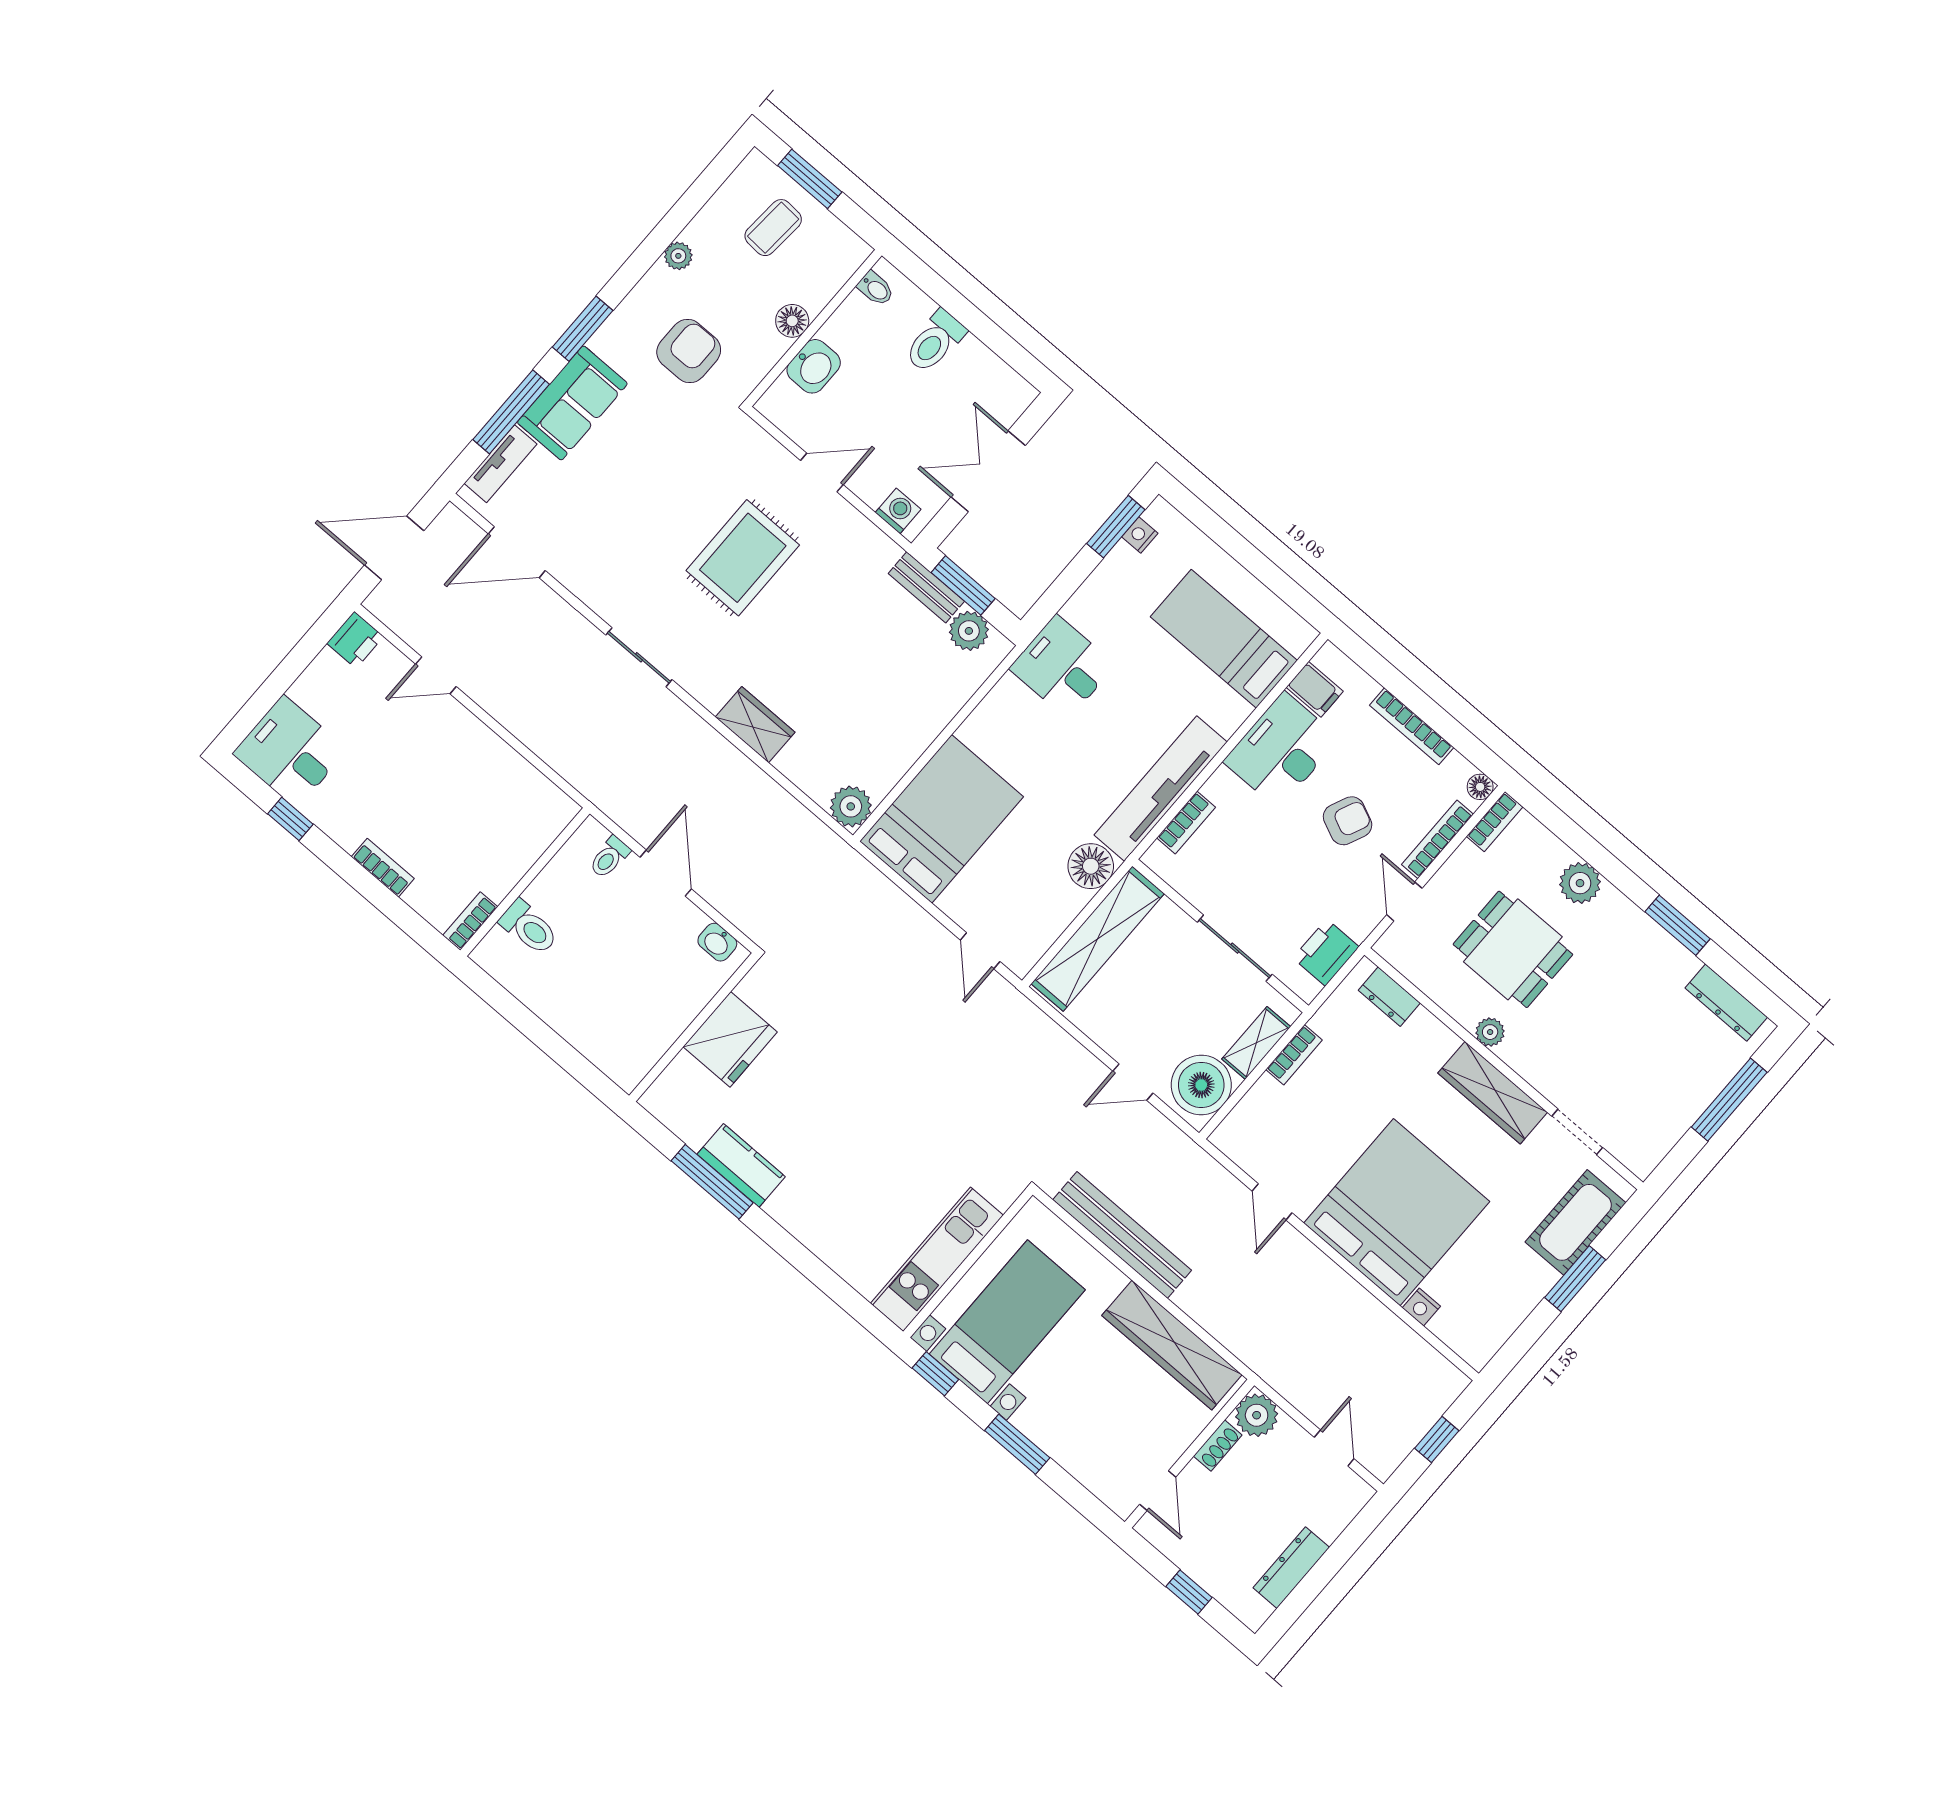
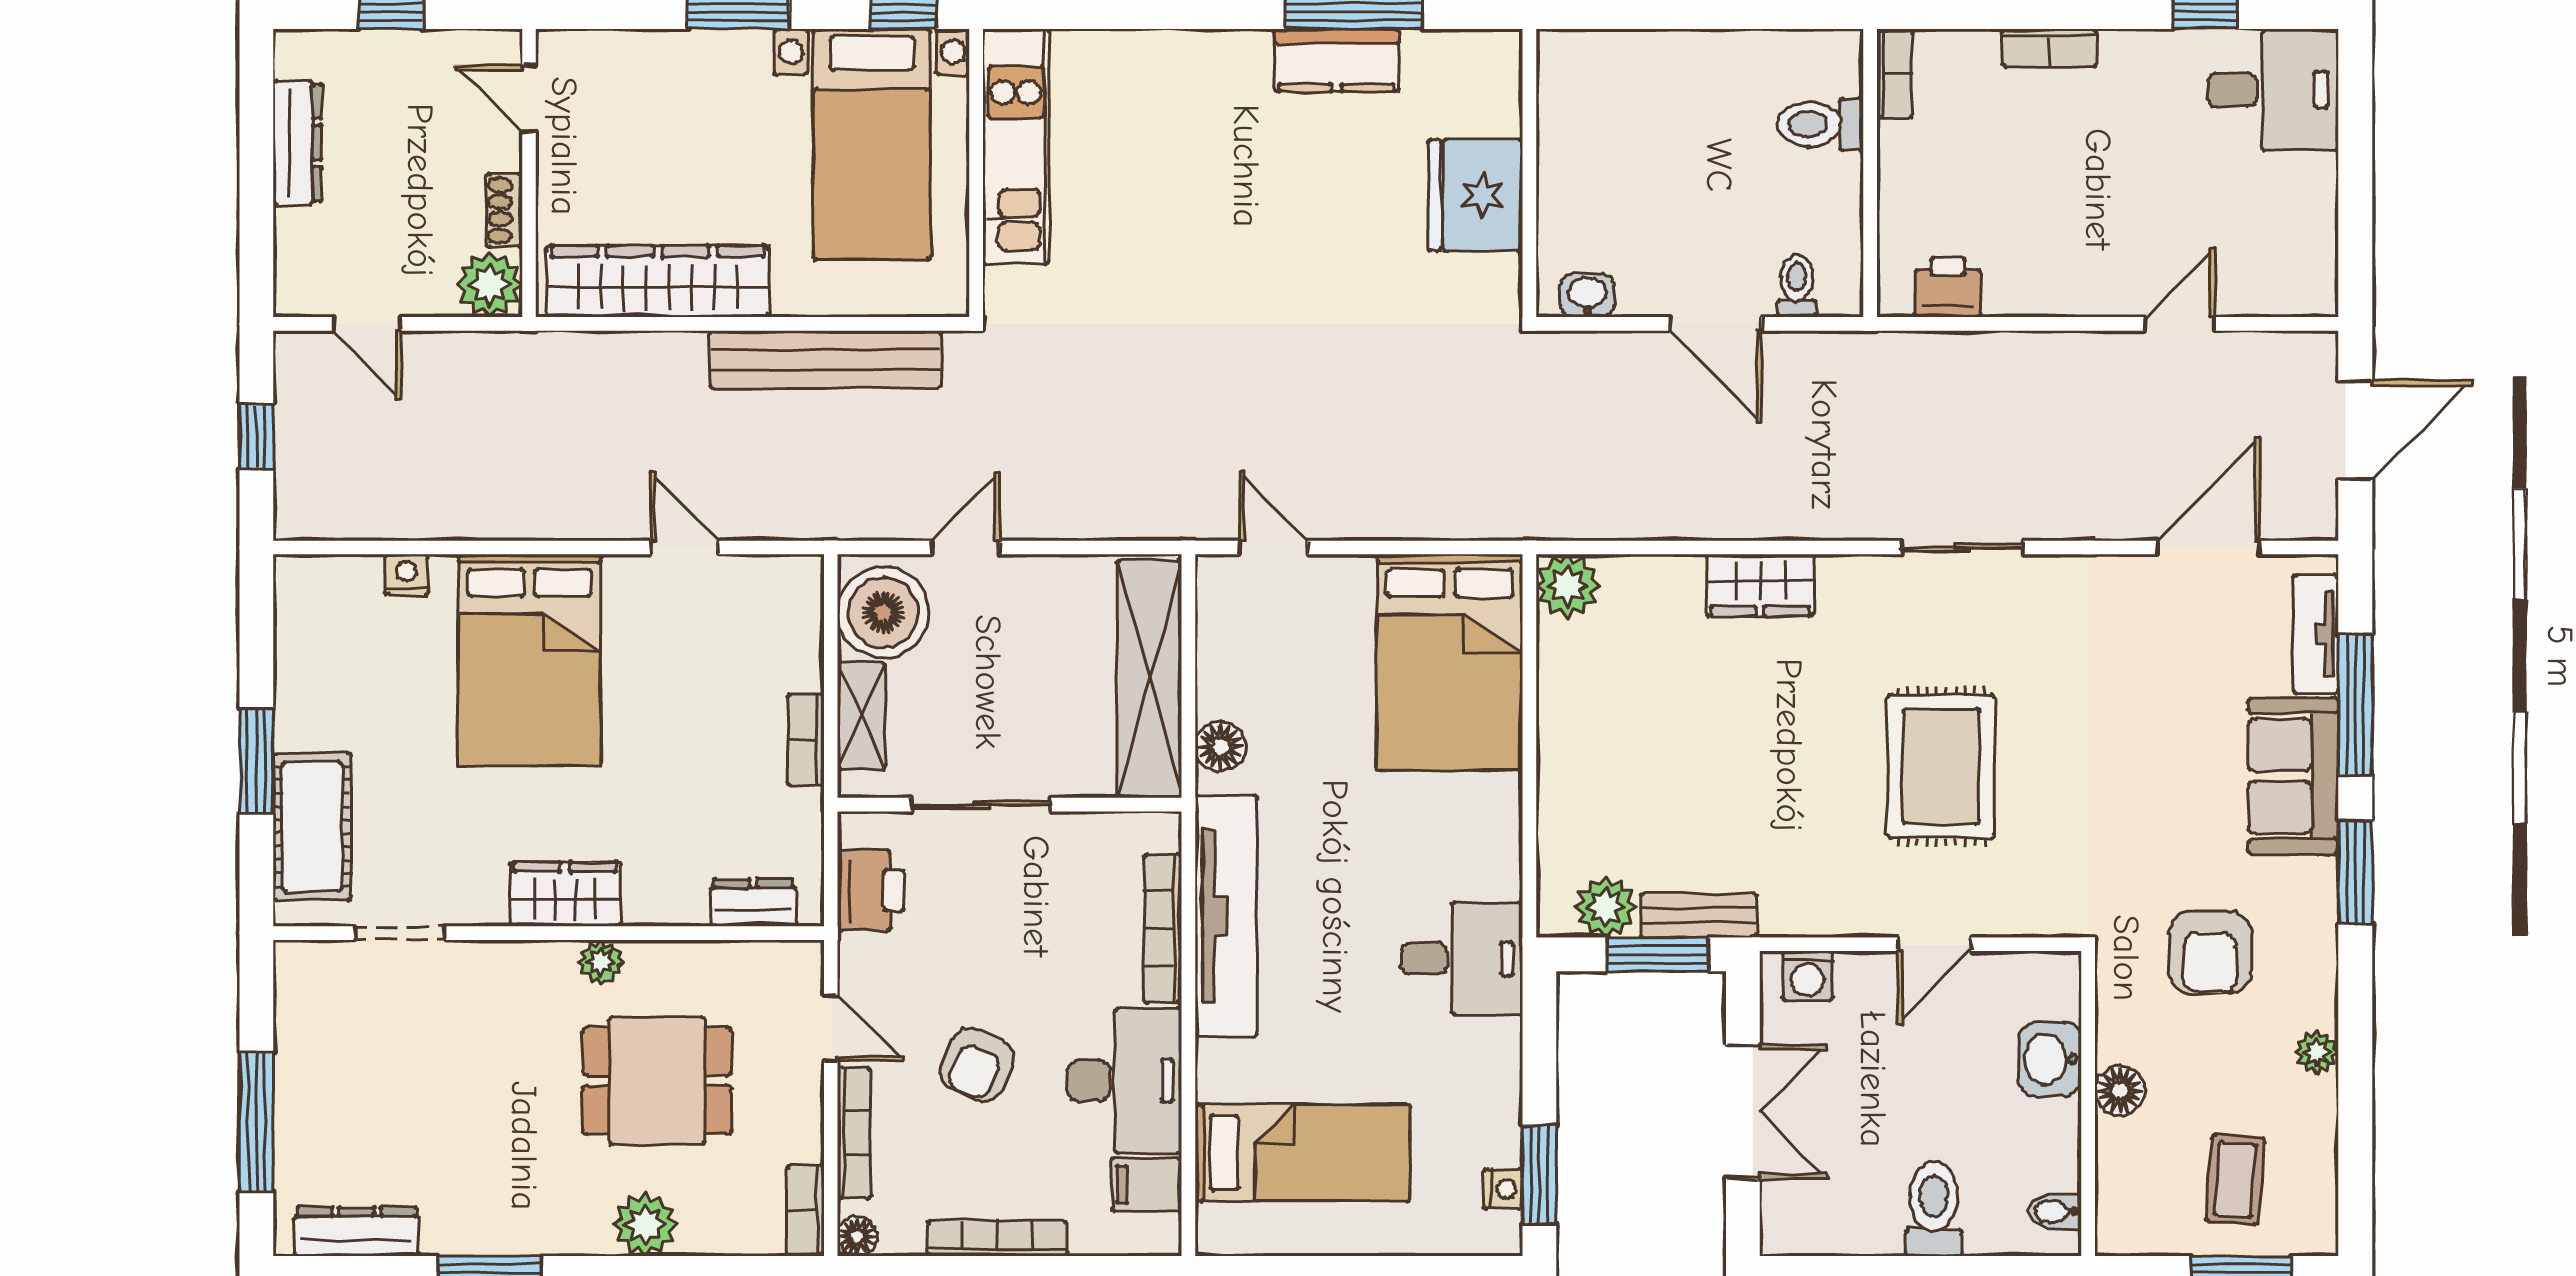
printer: (355, 640) -> (1948, 287), moved, turned 90
bookcase: (1186, 822) -> (1163, 928), width x1.56
floor lamp: (1091, 866) -> (1220, 746), width x0.73, depth x0.73
wardrobe: (1493, 1093) -> (565, 894), width x0.67
bed: (1397, 1212) -> (530, 660), width x0.73

